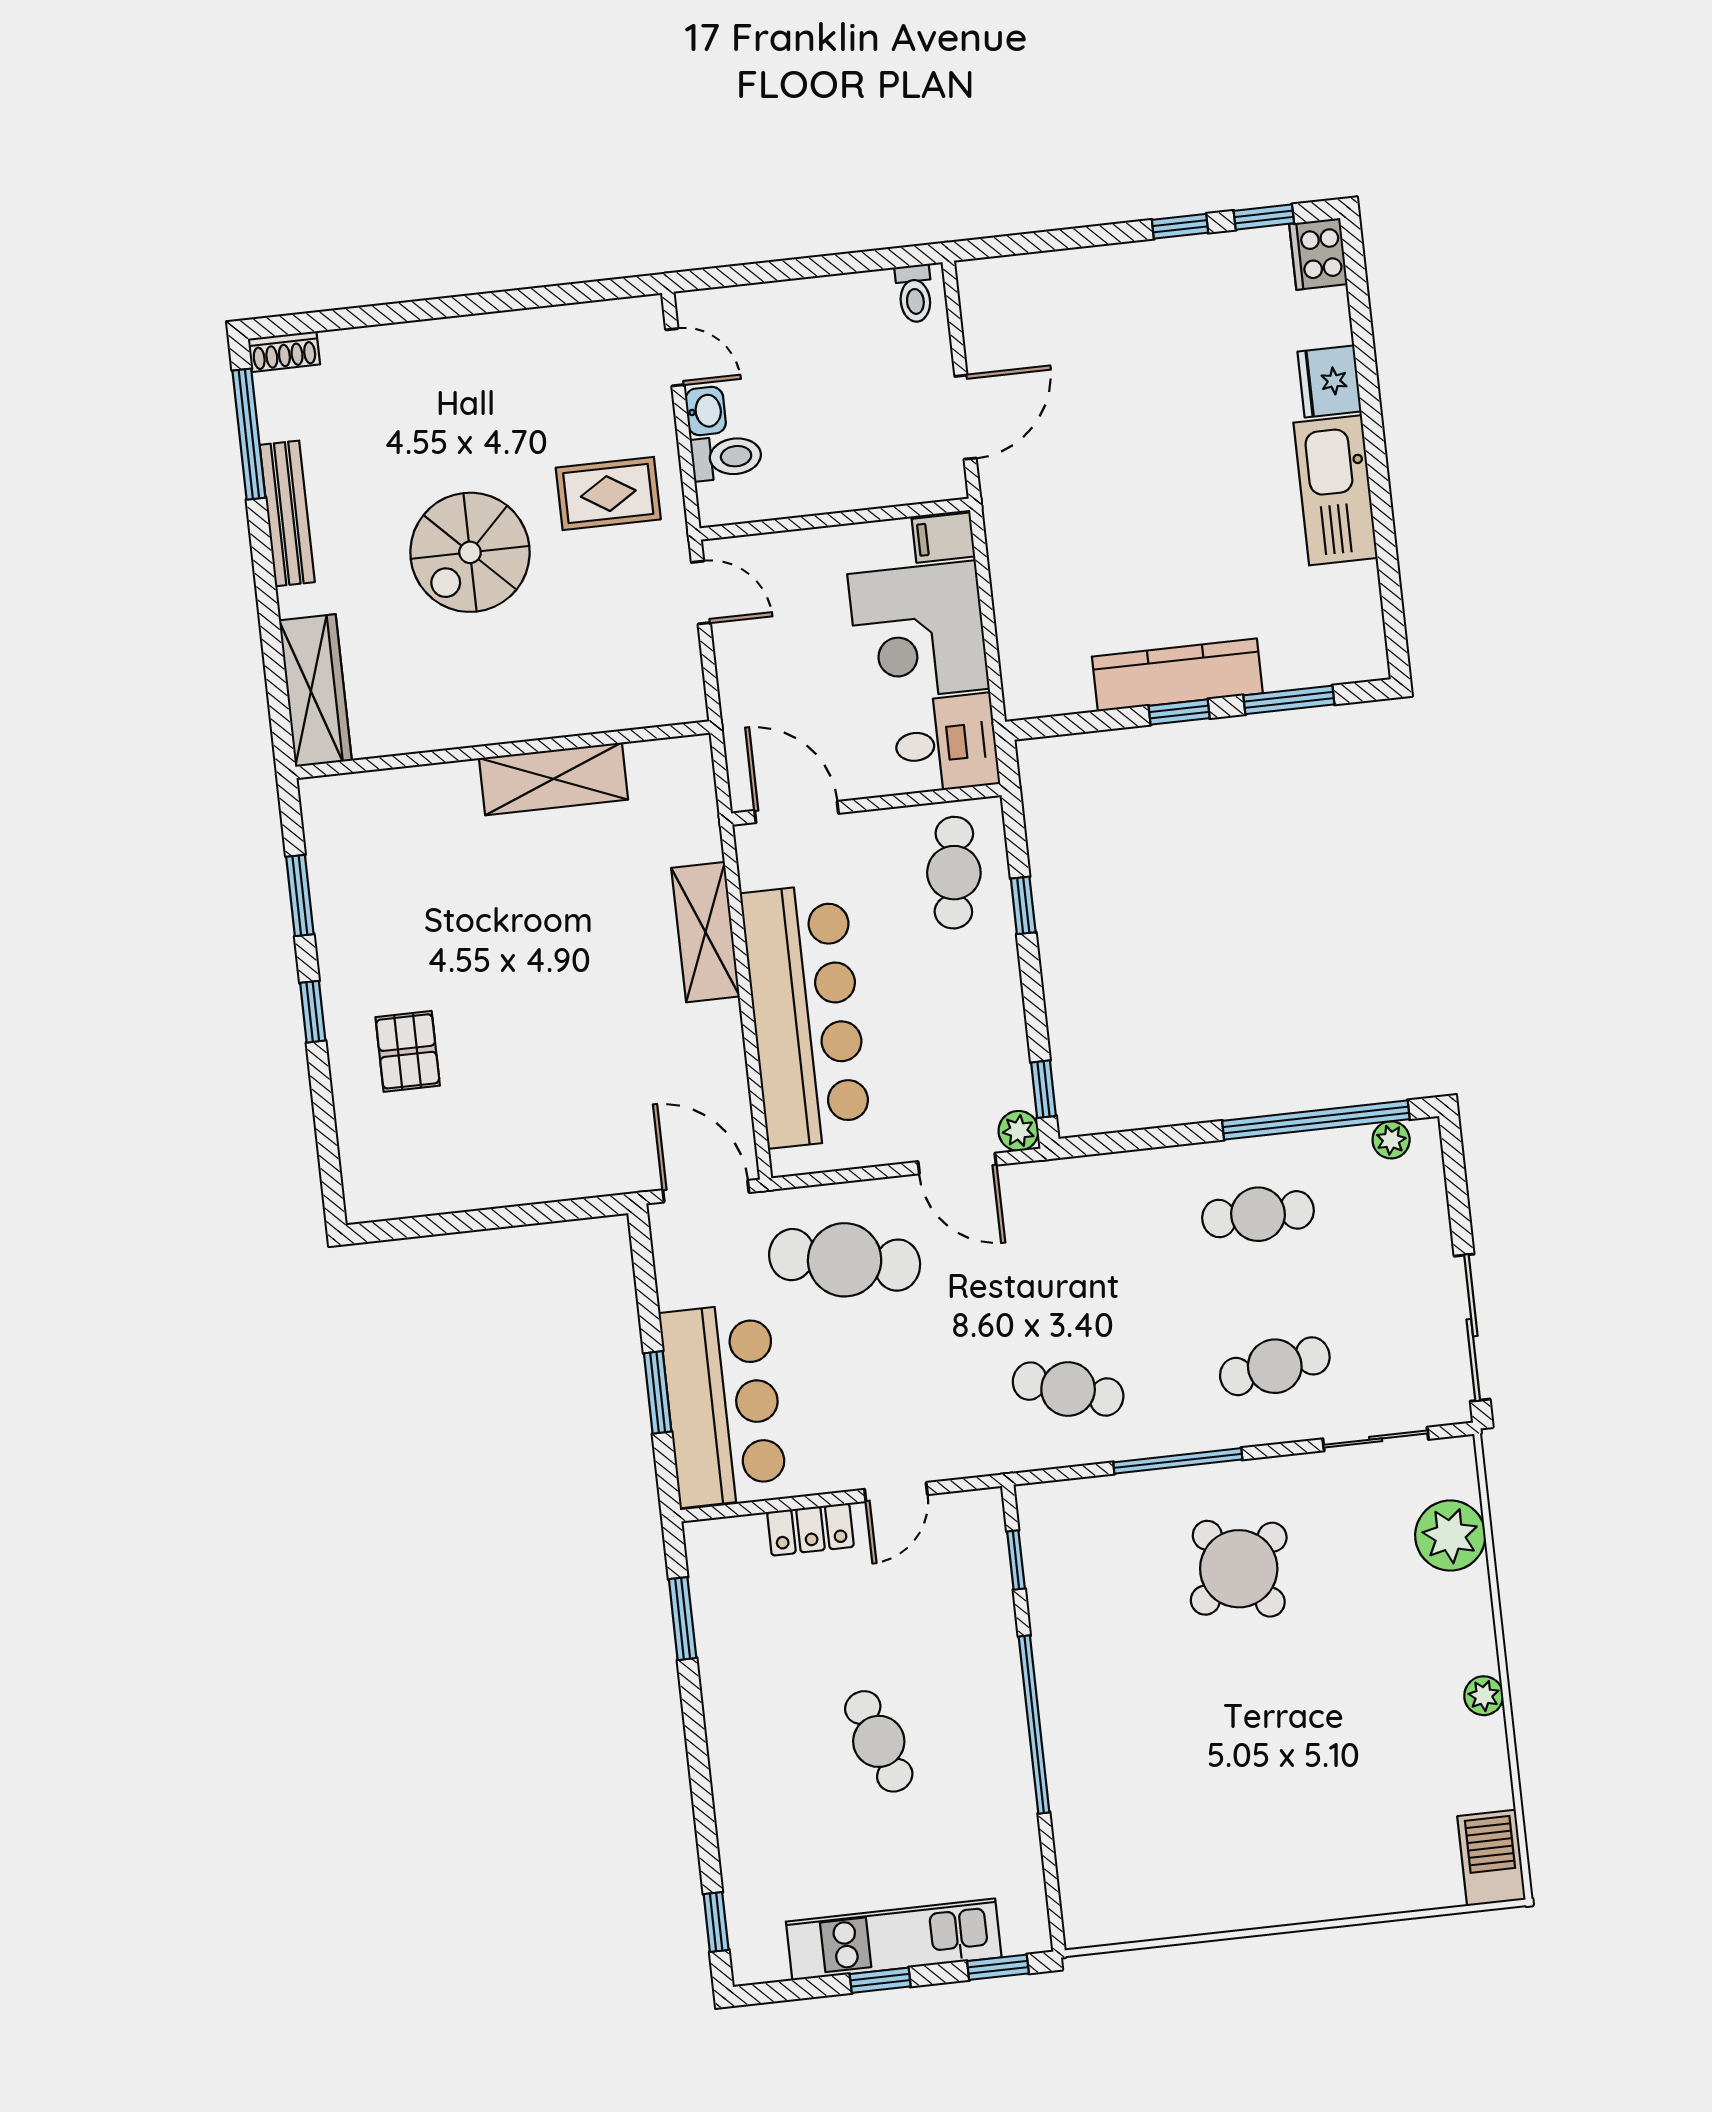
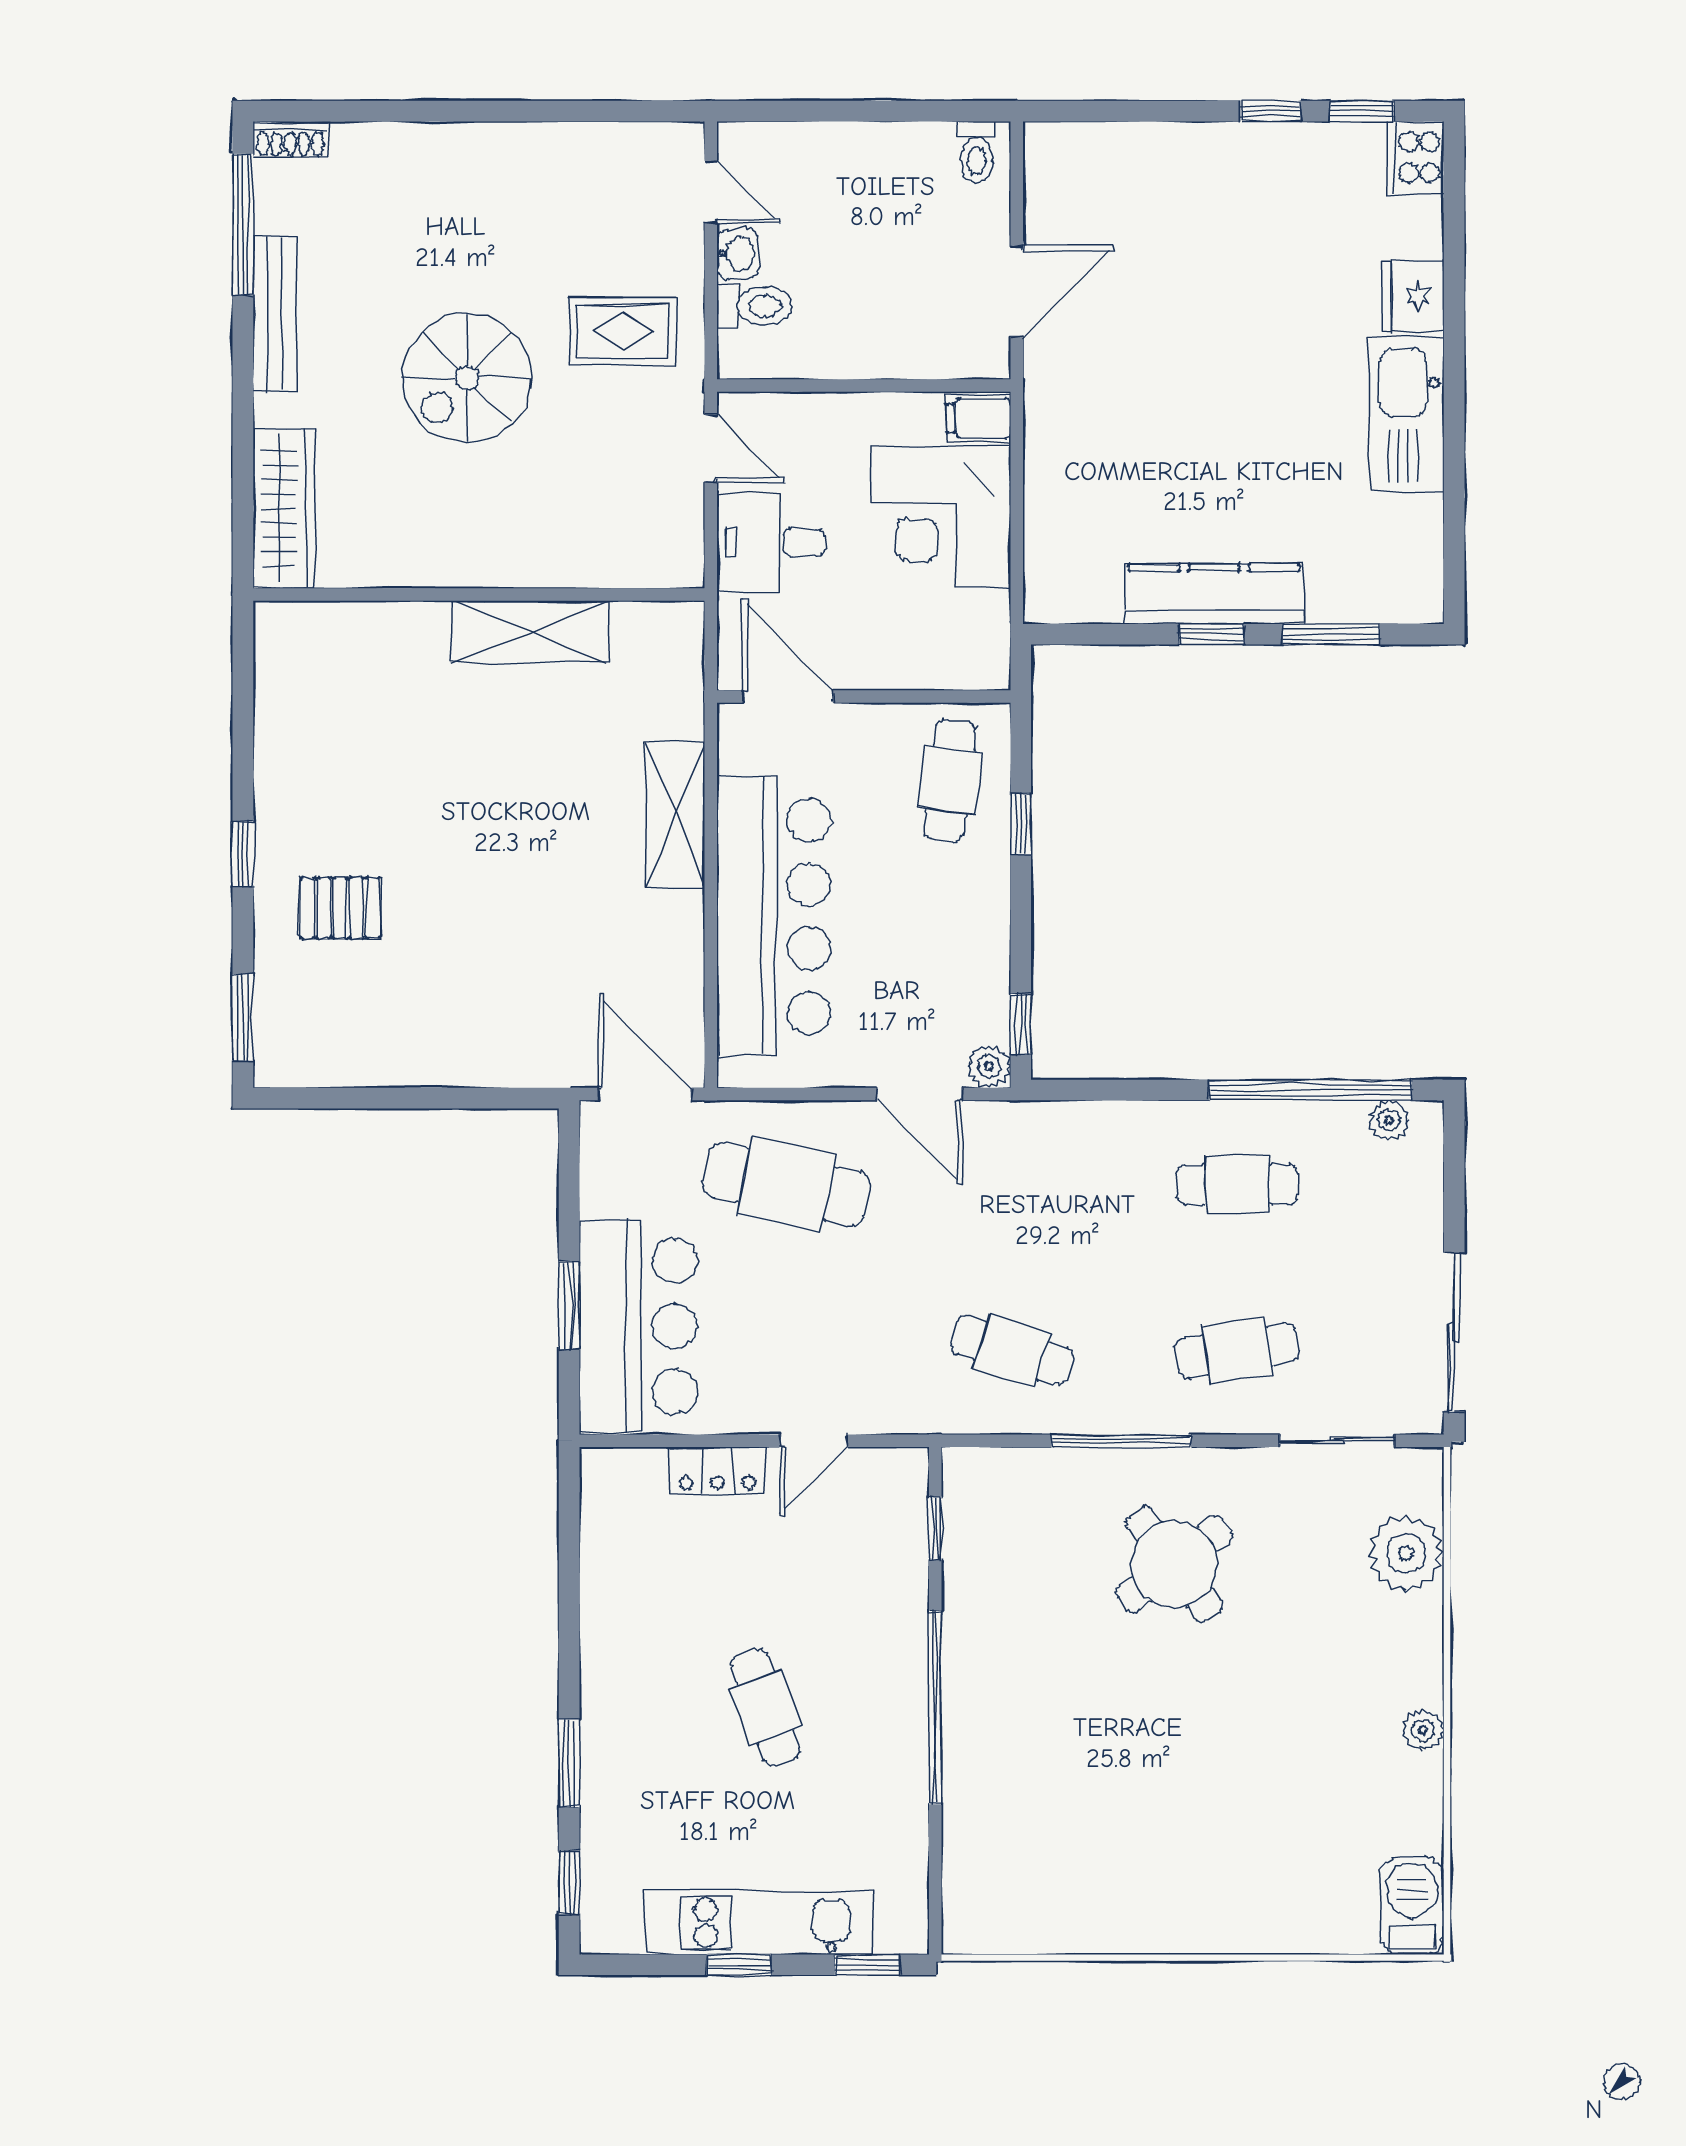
desk: (946, 743) -> (771, 542), moved, turned 180
window: (300, 895) -> (243, 1017), moved
pallet: (408, 1051) -> (340, 908), turned 90
window: (683, 1619) -> (569, 1763), moved

